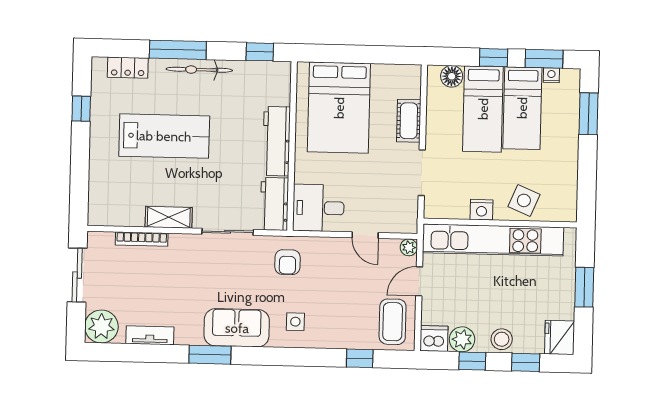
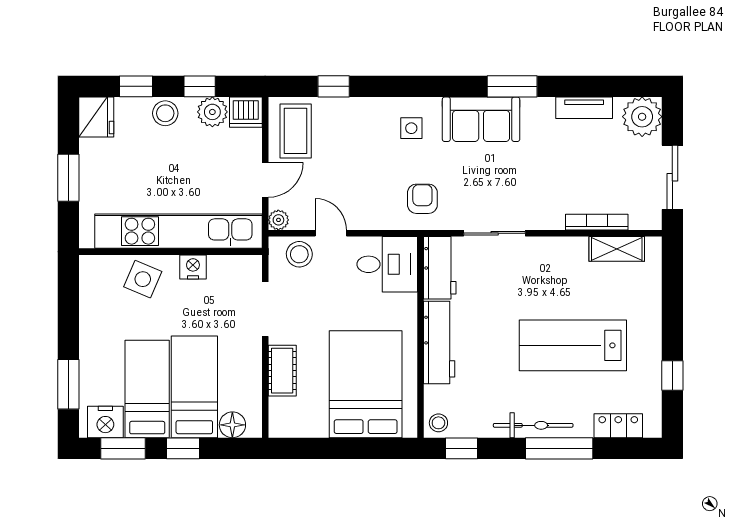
stool: (279, 74) -> (438, 423), added
nightstand: (551, 75) -> (105, 422), width x1.89, depth x1.79
shelving: (169, 217) -> (617, 249), moved
stool: (392, 218) -> (299, 254), added

